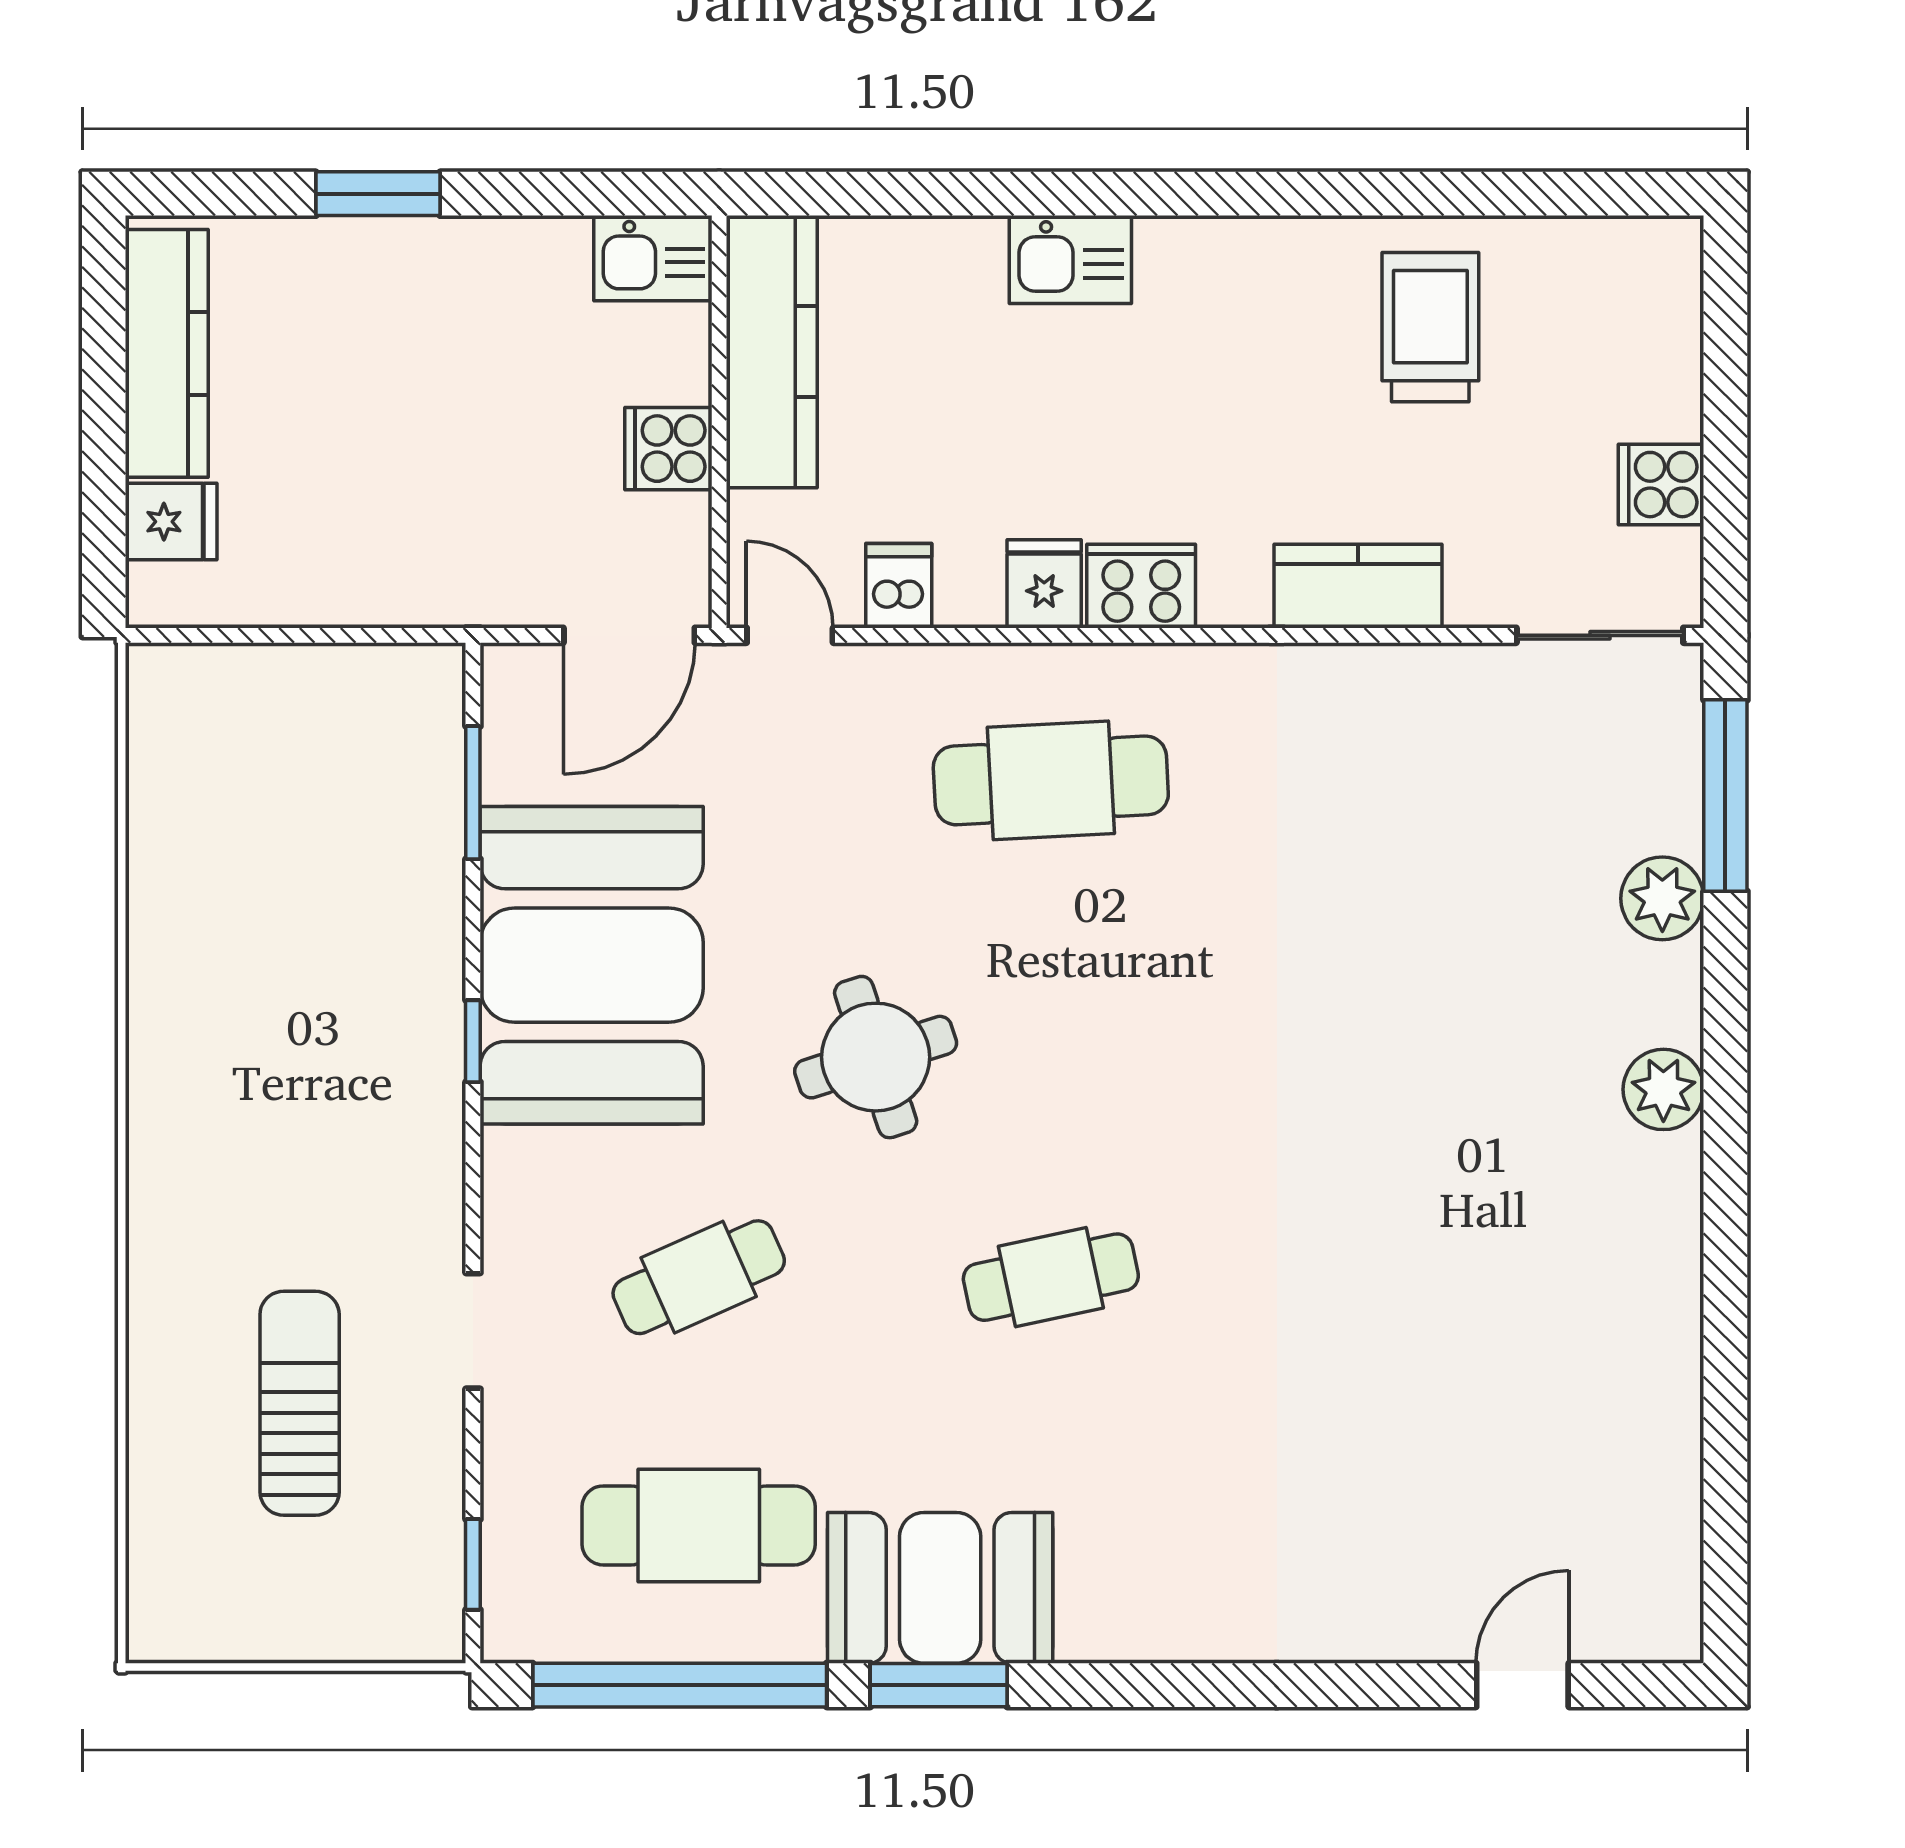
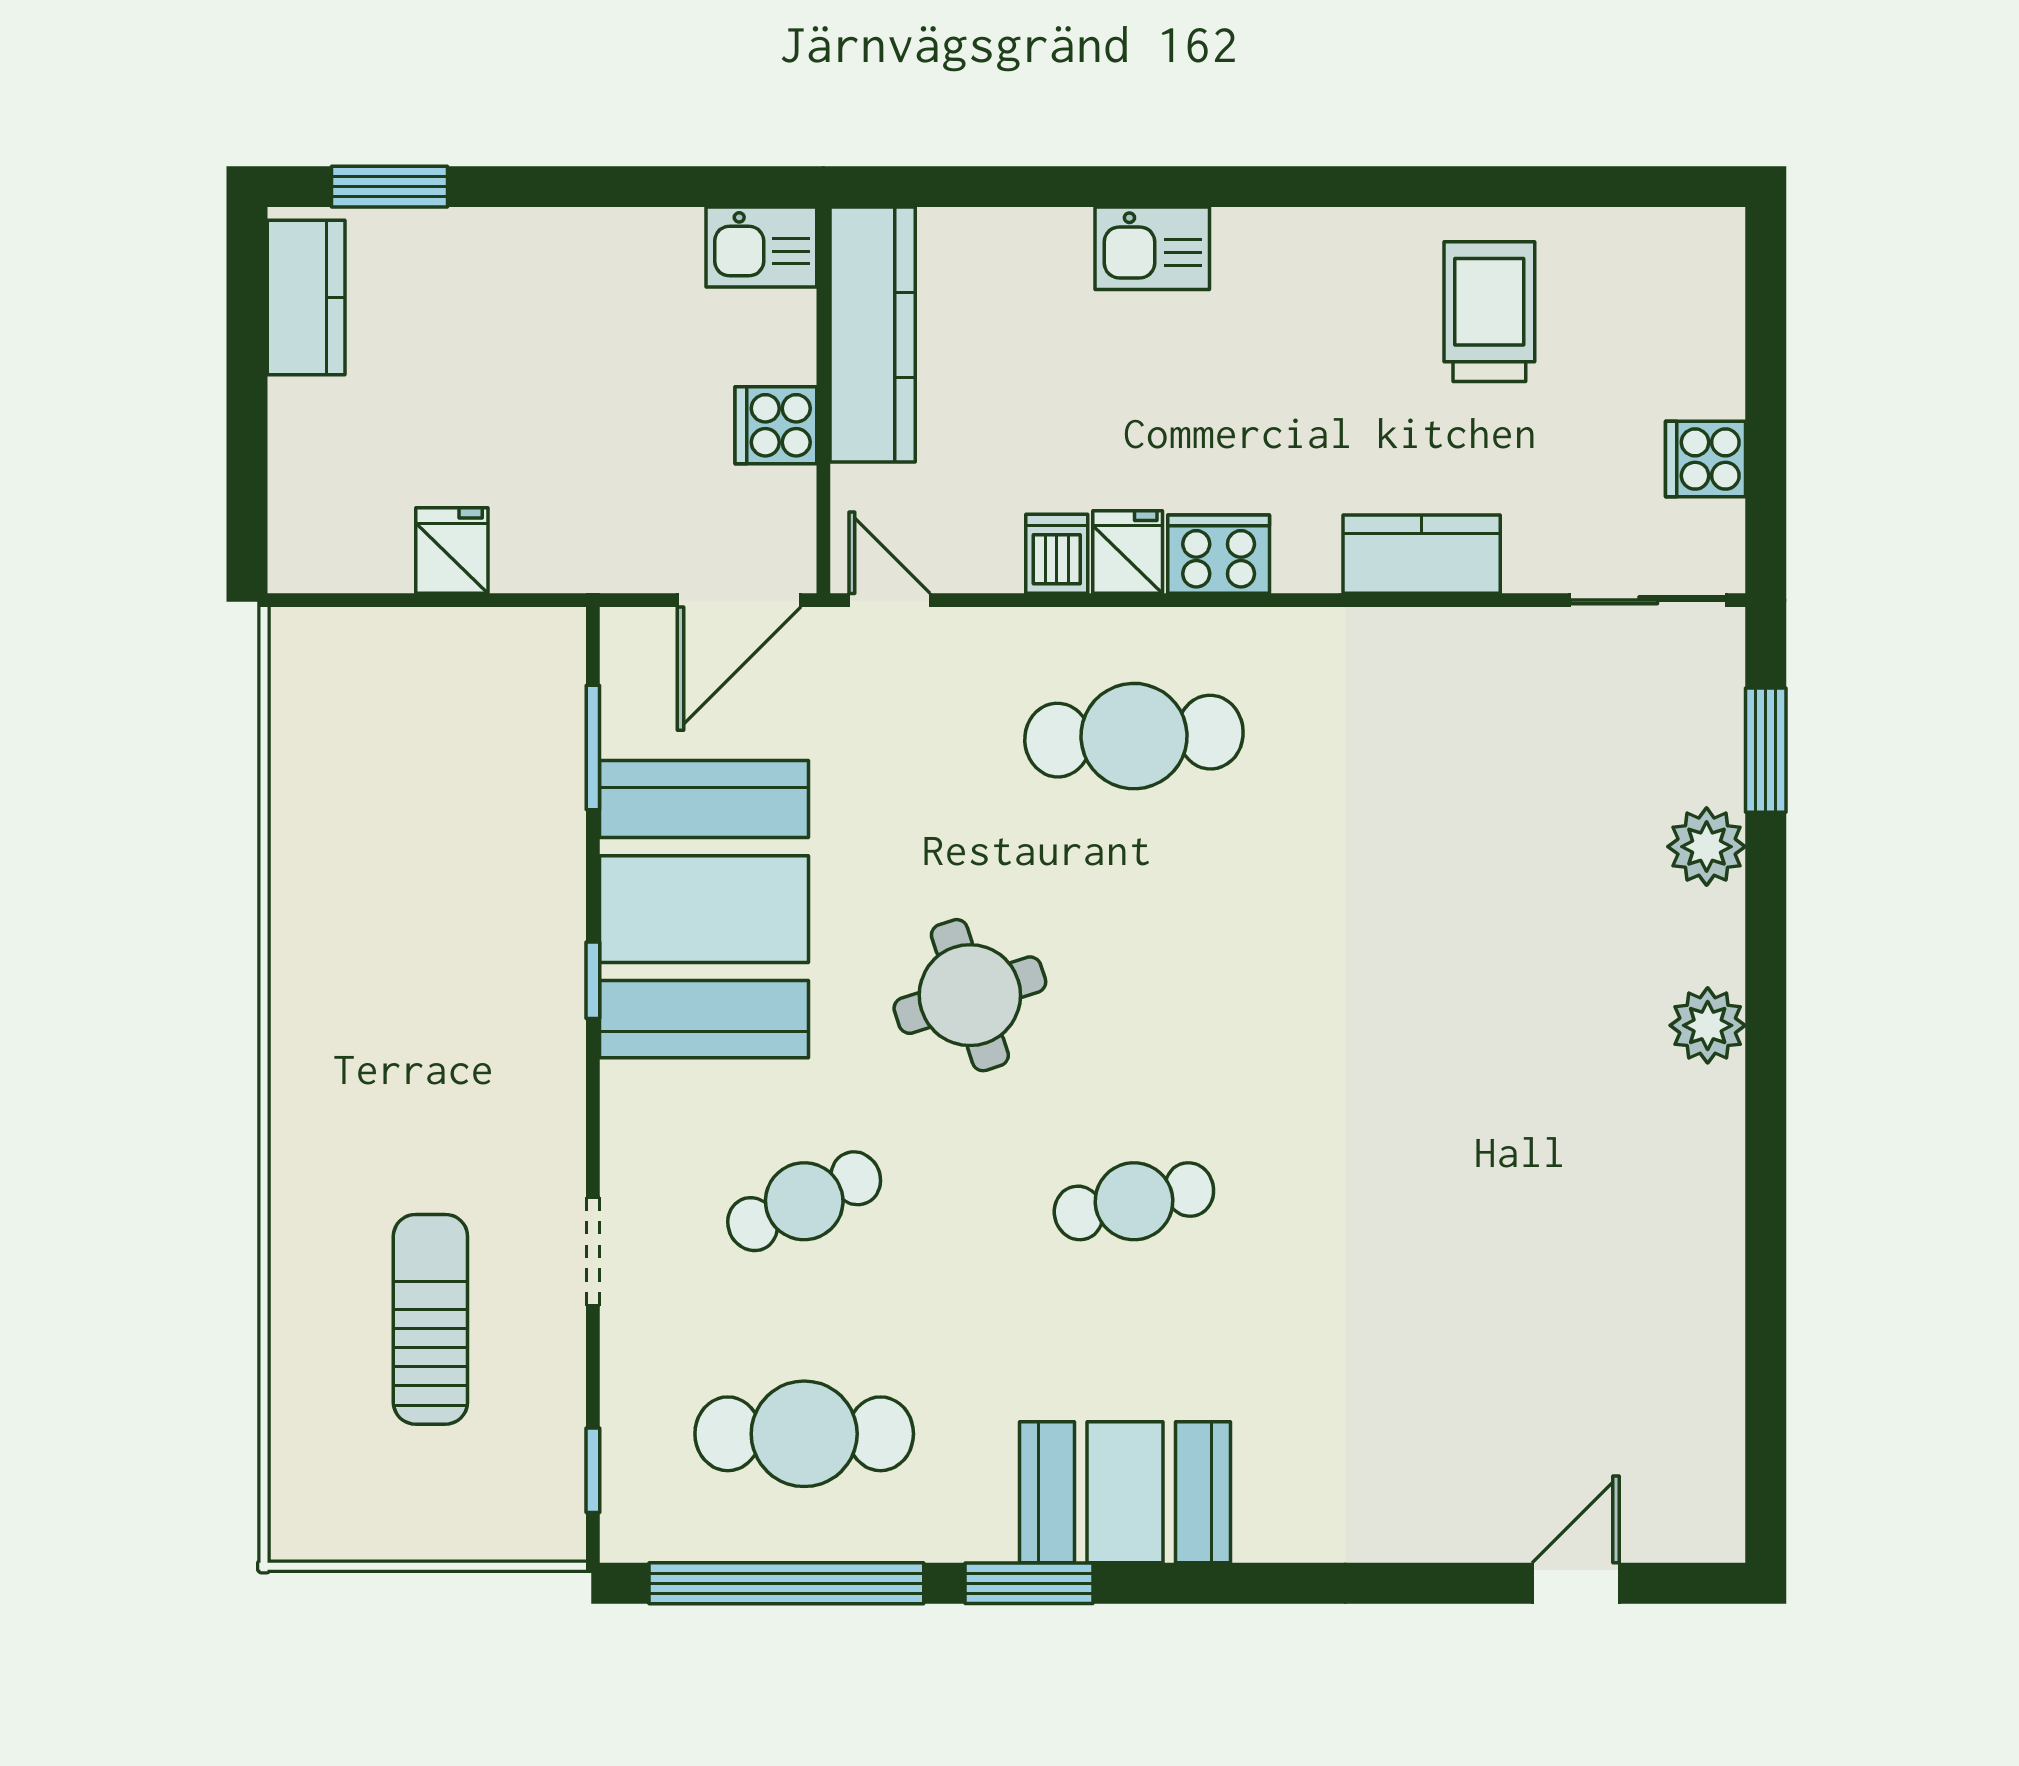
window: (378, 194) -> (390, 187), moved
kitchen counter: (167, 353) -> (306, 297), width x0.67
fridge: (171, 522) -> (452, 551), moved, turned -90
dishwasher: (899, 586) -> (1057, 554), moved
window: (1725, 796) -> (1766, 750), width x0.69
booth: (940, 1588) -> (1125, 1492), moved

